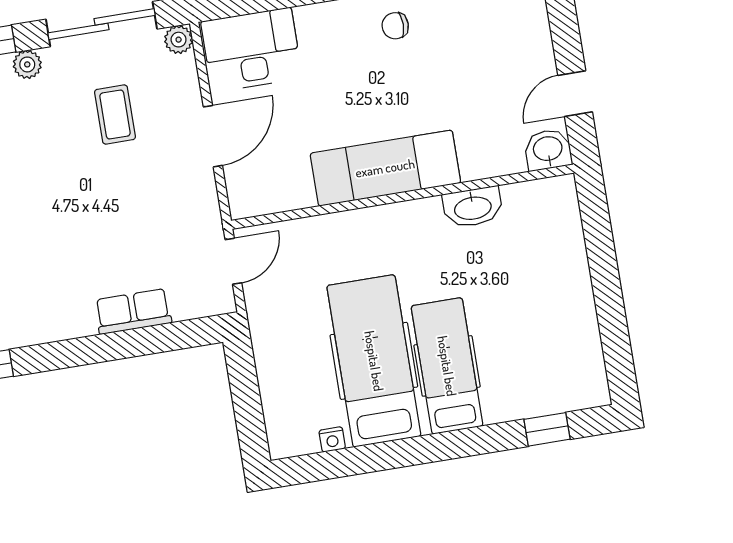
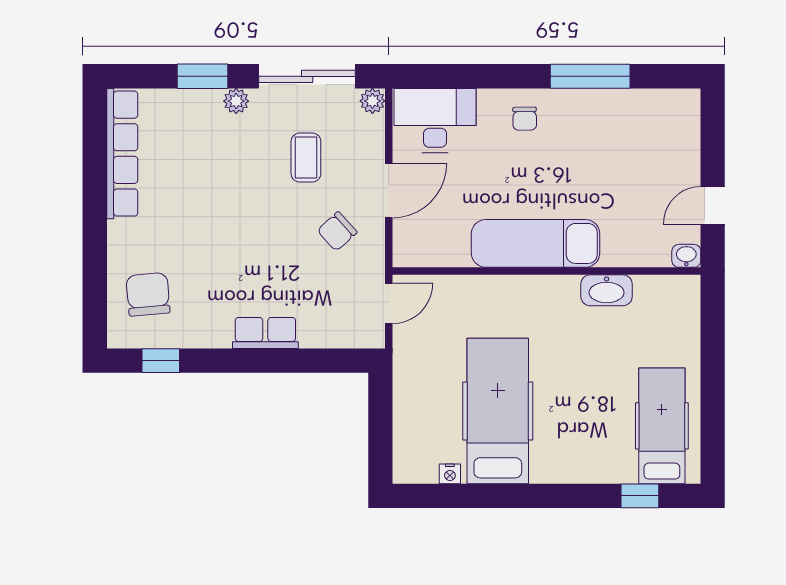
chair: (395, 26) -> (525, 119), moved, turned -91
washbasin: (548, 150) -> (686, 256), width x0.72, depth x0.69
chair: (163, 191) -> (337, 231), added
row of seats: (133, 311) -> (265, 333), moved
hospital bed: (447, 366) -> (662, 426), moved

